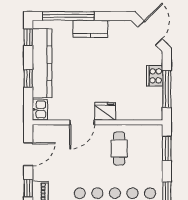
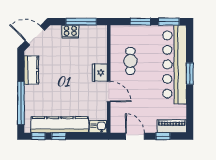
kitchen counter: (90, 29) -> (31, 70), moved
window: (28, 78) -> (59, 136), moved
window: (167, 148) -> (140, 22), moved
cafe table: (119, 149) -> (130, 61), turned 90

